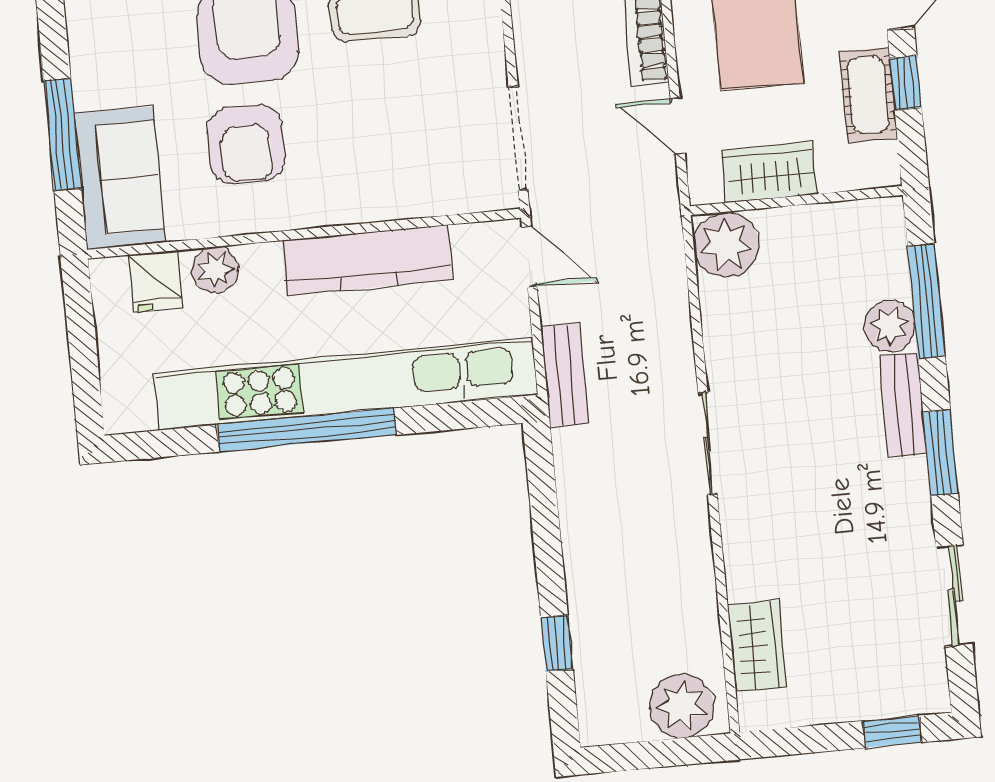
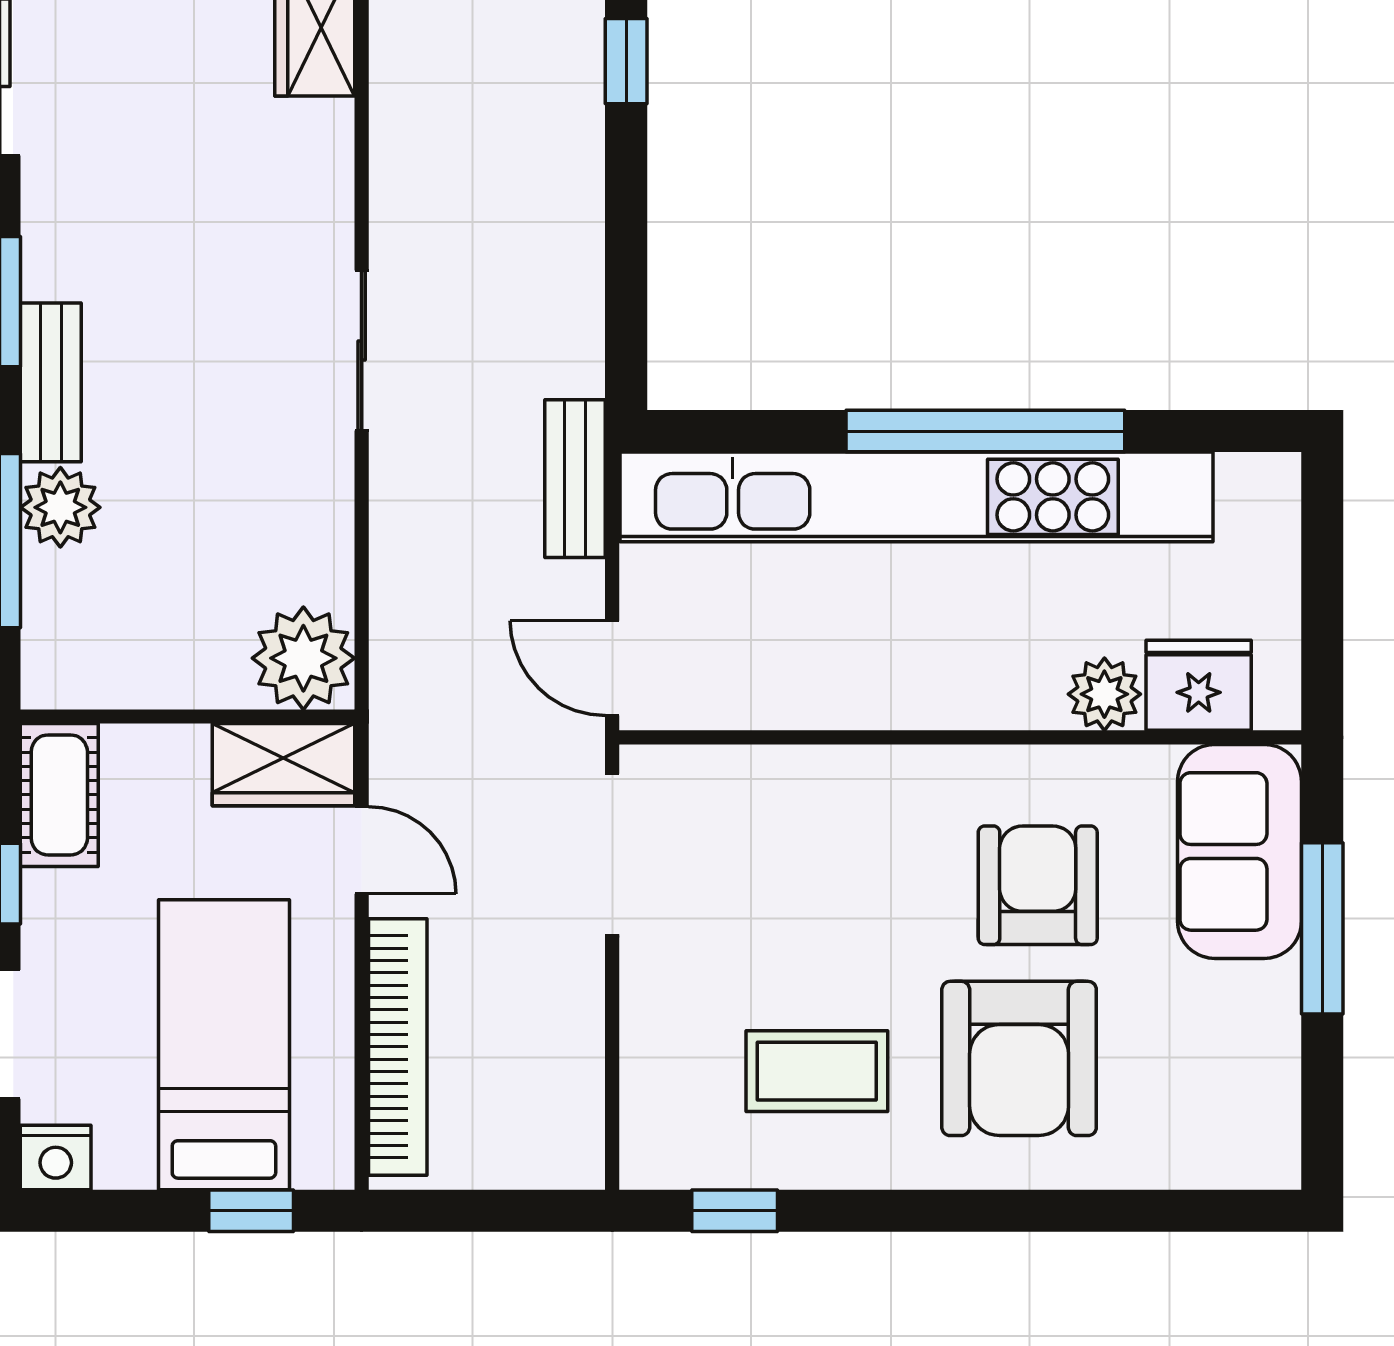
cot: (869, 95) -> (59, 795), moved
wardrobe: (770, 172) -> (284, 765), moved
kitchen counter: (367, 260) -> (866, 687), removed
fridge: (156, 281) -> (1199, 685), width x1.38

